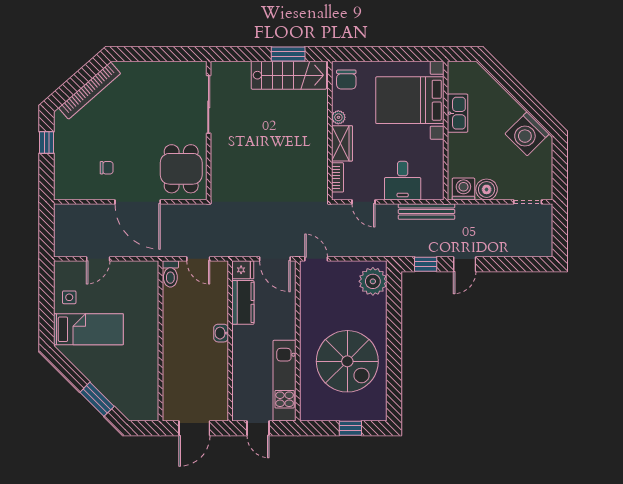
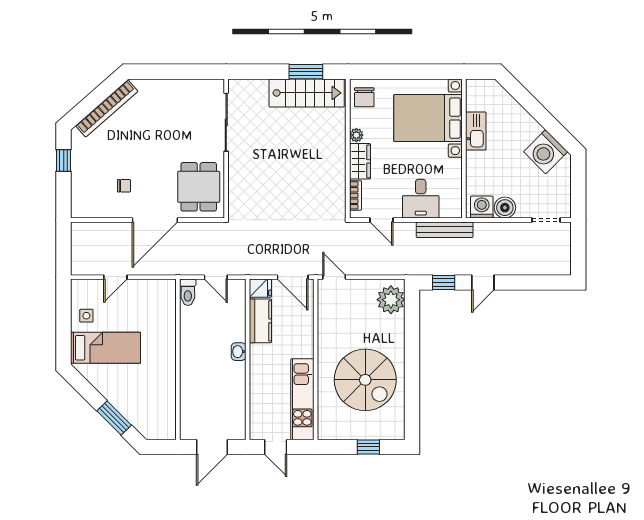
door: (138, 202) -> (155, 220), hinge flipped

